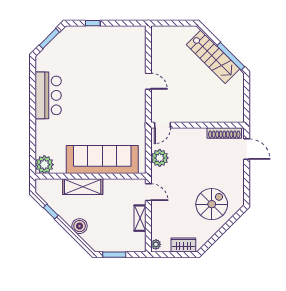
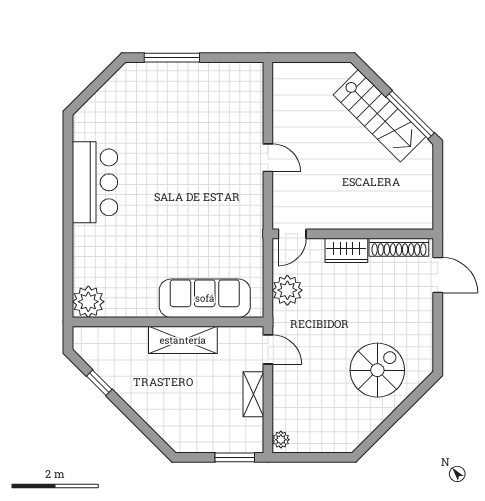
window: (93, 23) -> (172, 58), width x2.17
window: (49, 39) -> (97, 84), removed
sofa: (102, 160) -> (205, 298), width x0.74, depth x0.79
shelving: (83, 187) -> (183, 340), moved
boiler: (80, 226) -> (149, 408), removed
wardrobe: (183, 245) -> (346, 250), moved, turned 180
window: (114, 255) -> (235, 457), moved

